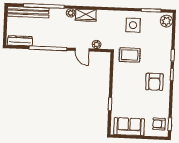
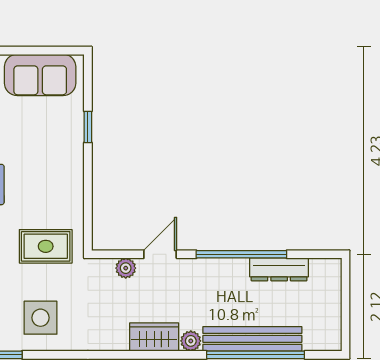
bench: (28, 12) -> (252, 339), moved
dresser: (20, 41) -> (279, 269), moved
door: (82, 50) -> (160, 254), hinge flipped

